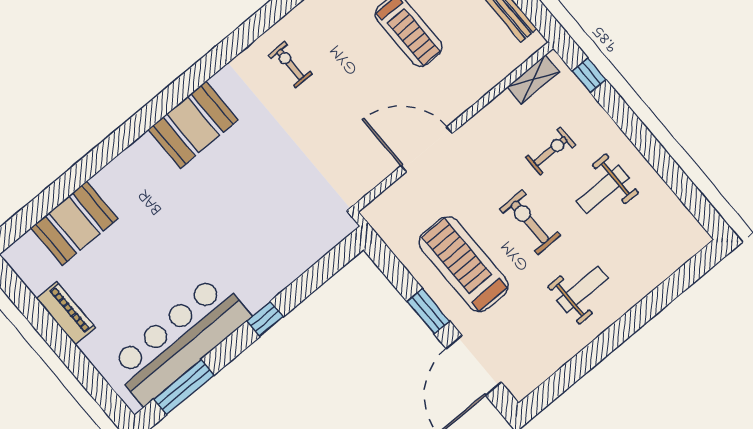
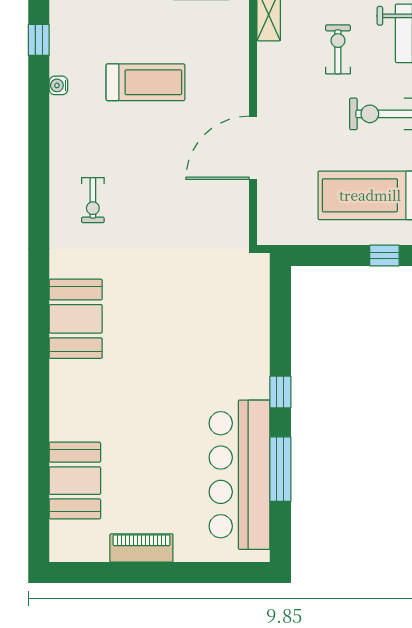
exercise bike: (290, 64) -> (93, 200), turned -90
window: (428, 311) -> (384, 255), width x0.67
window: (184, 387) -> (280, 469), moved

